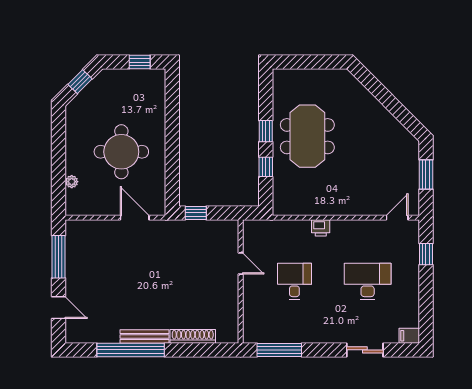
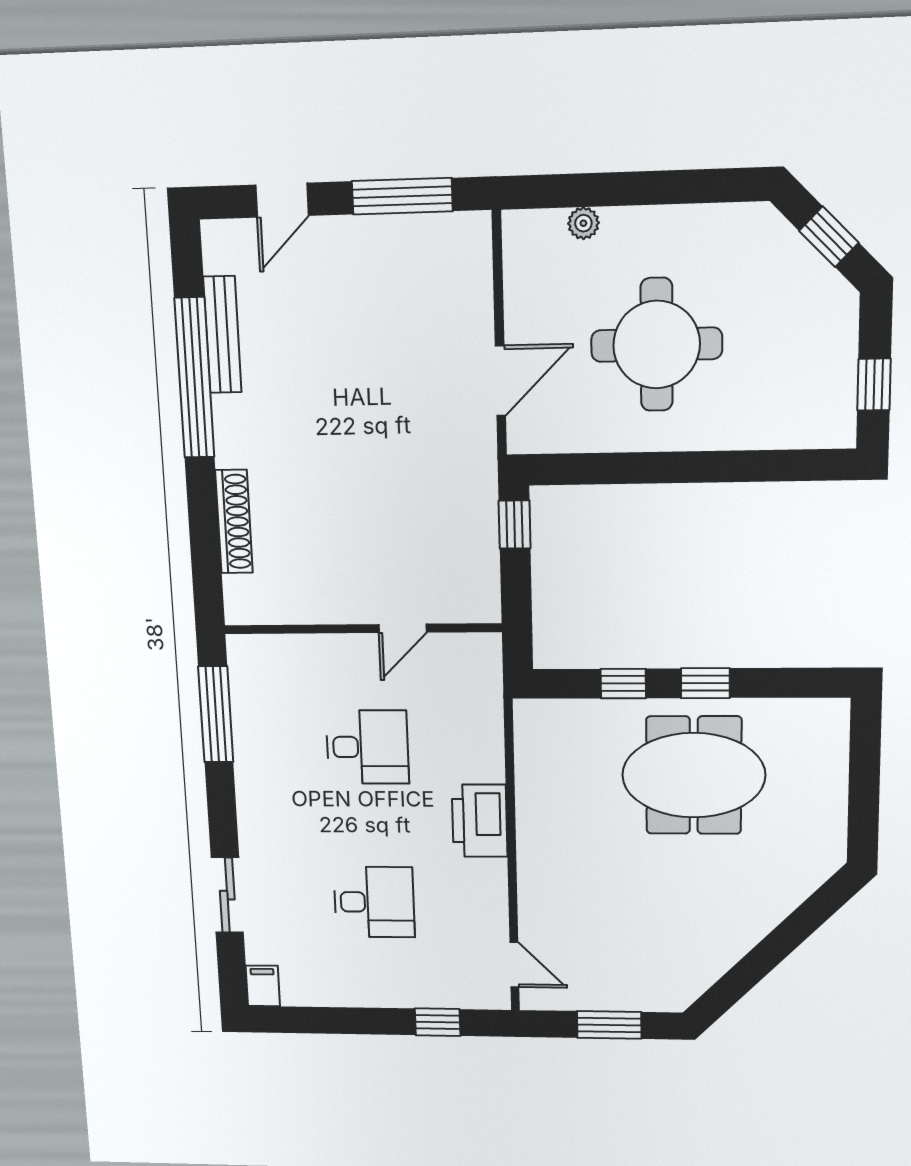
printer: (321, 228) -> (480, 821), width x1.87, depth x1.48
desk: (368, 281) -> (374, 902), width x0.73
bench: (144, 336) -> (222, 335), moved

